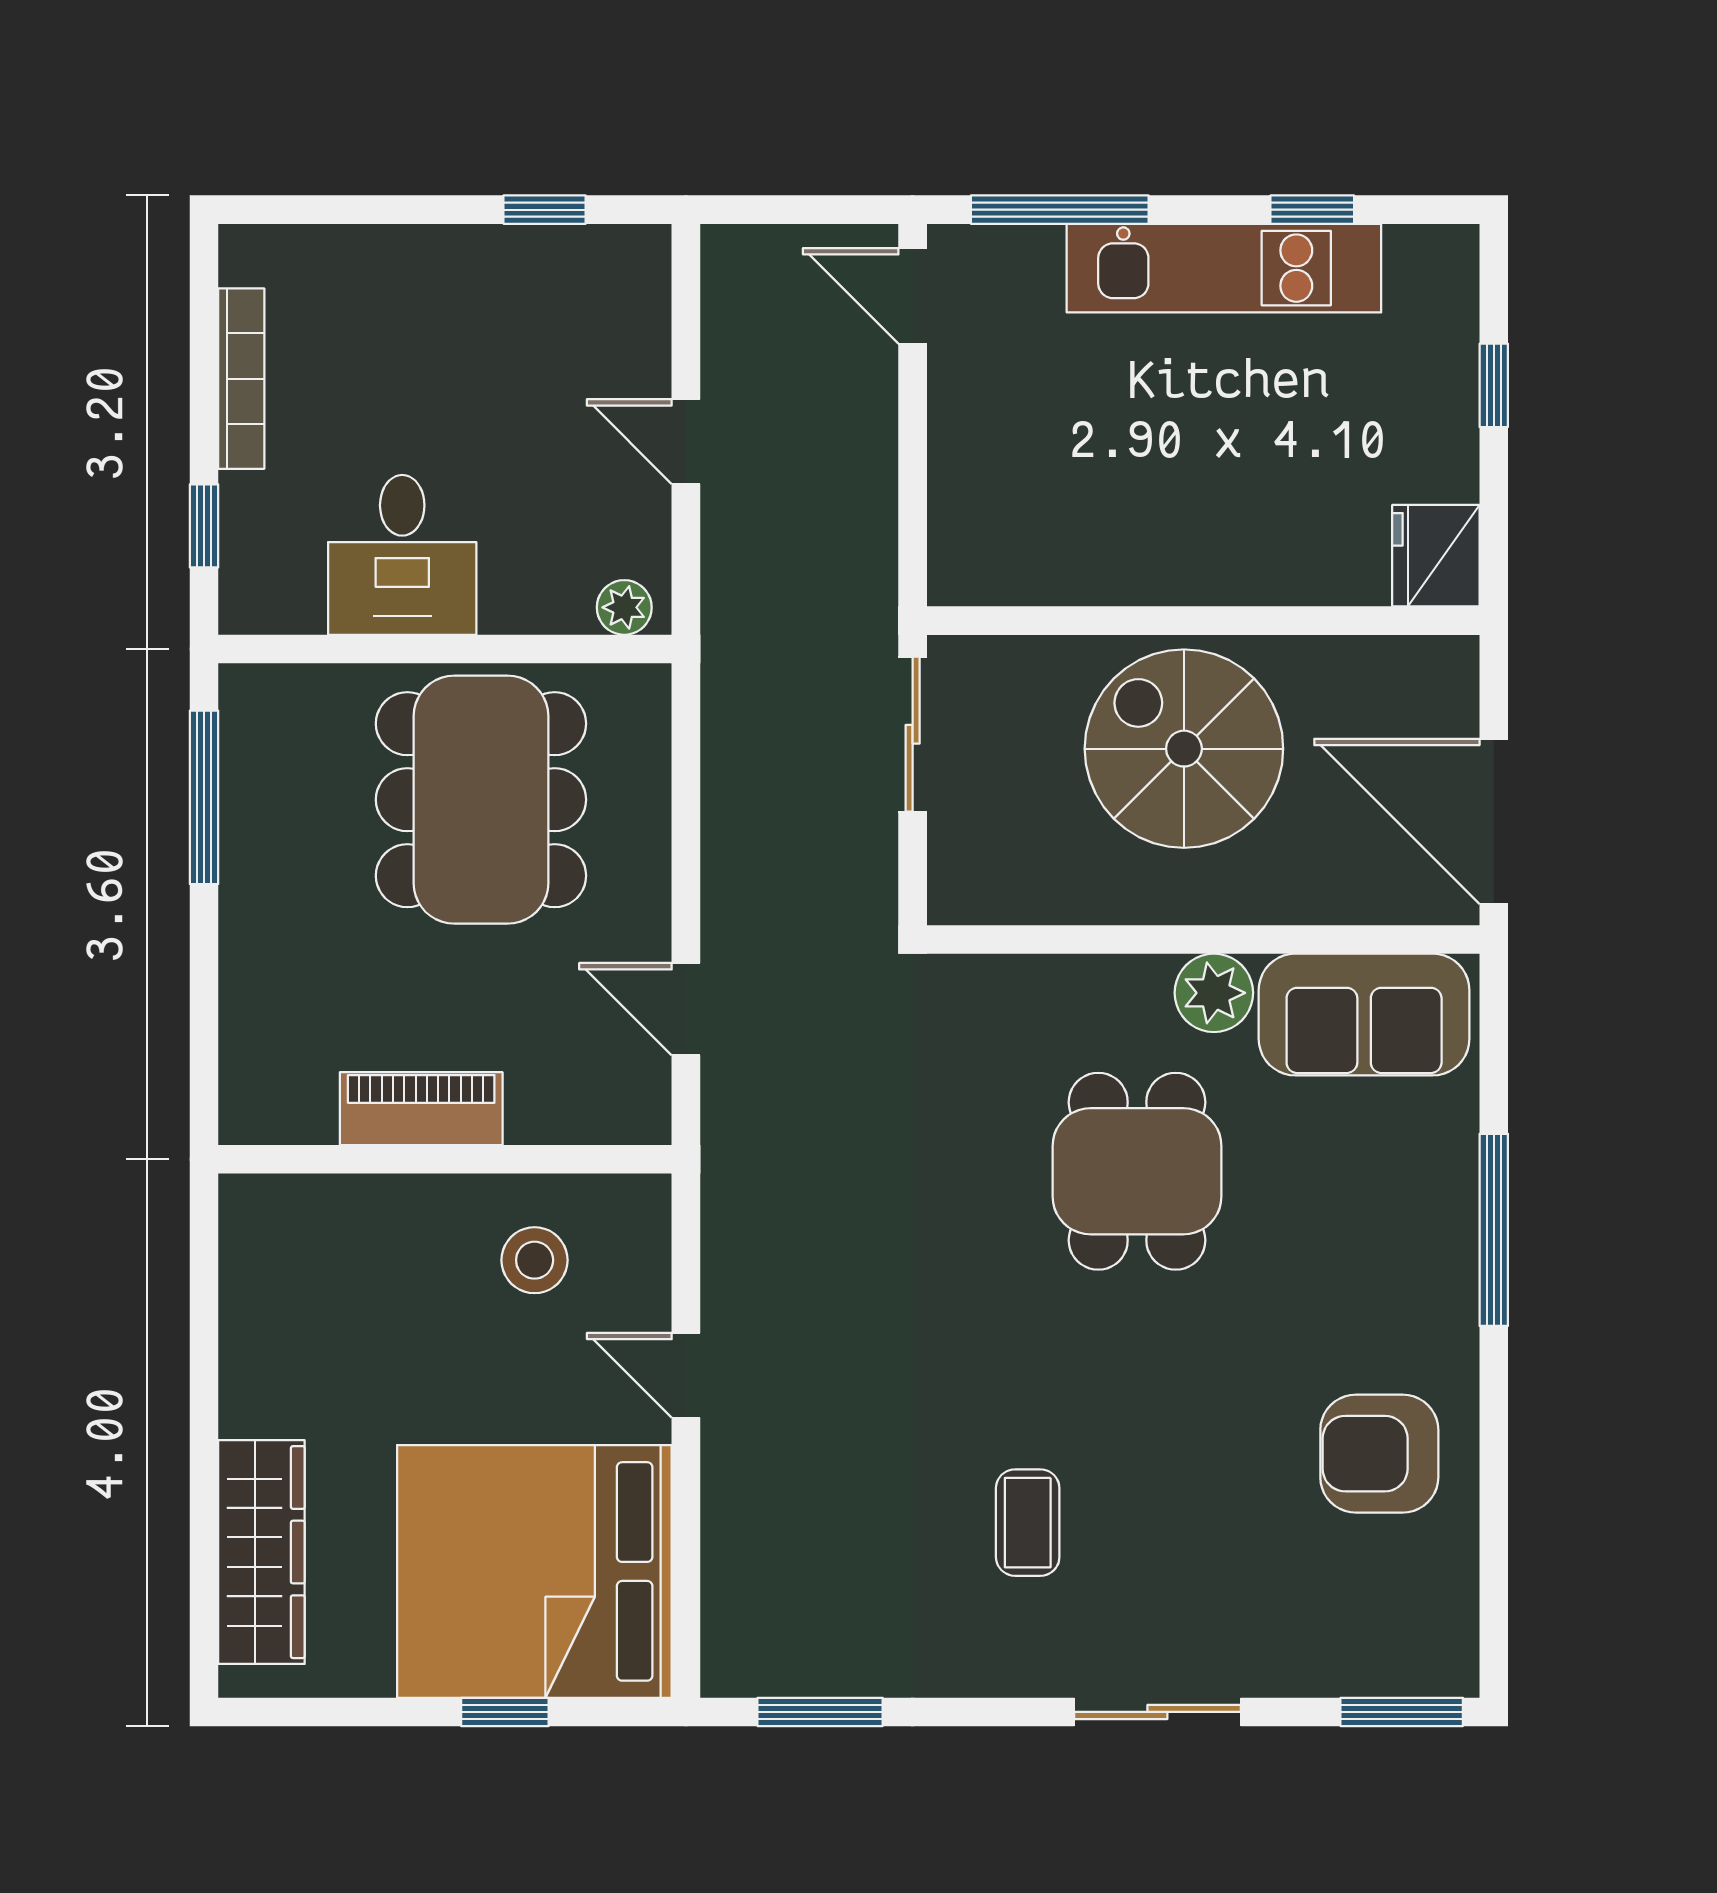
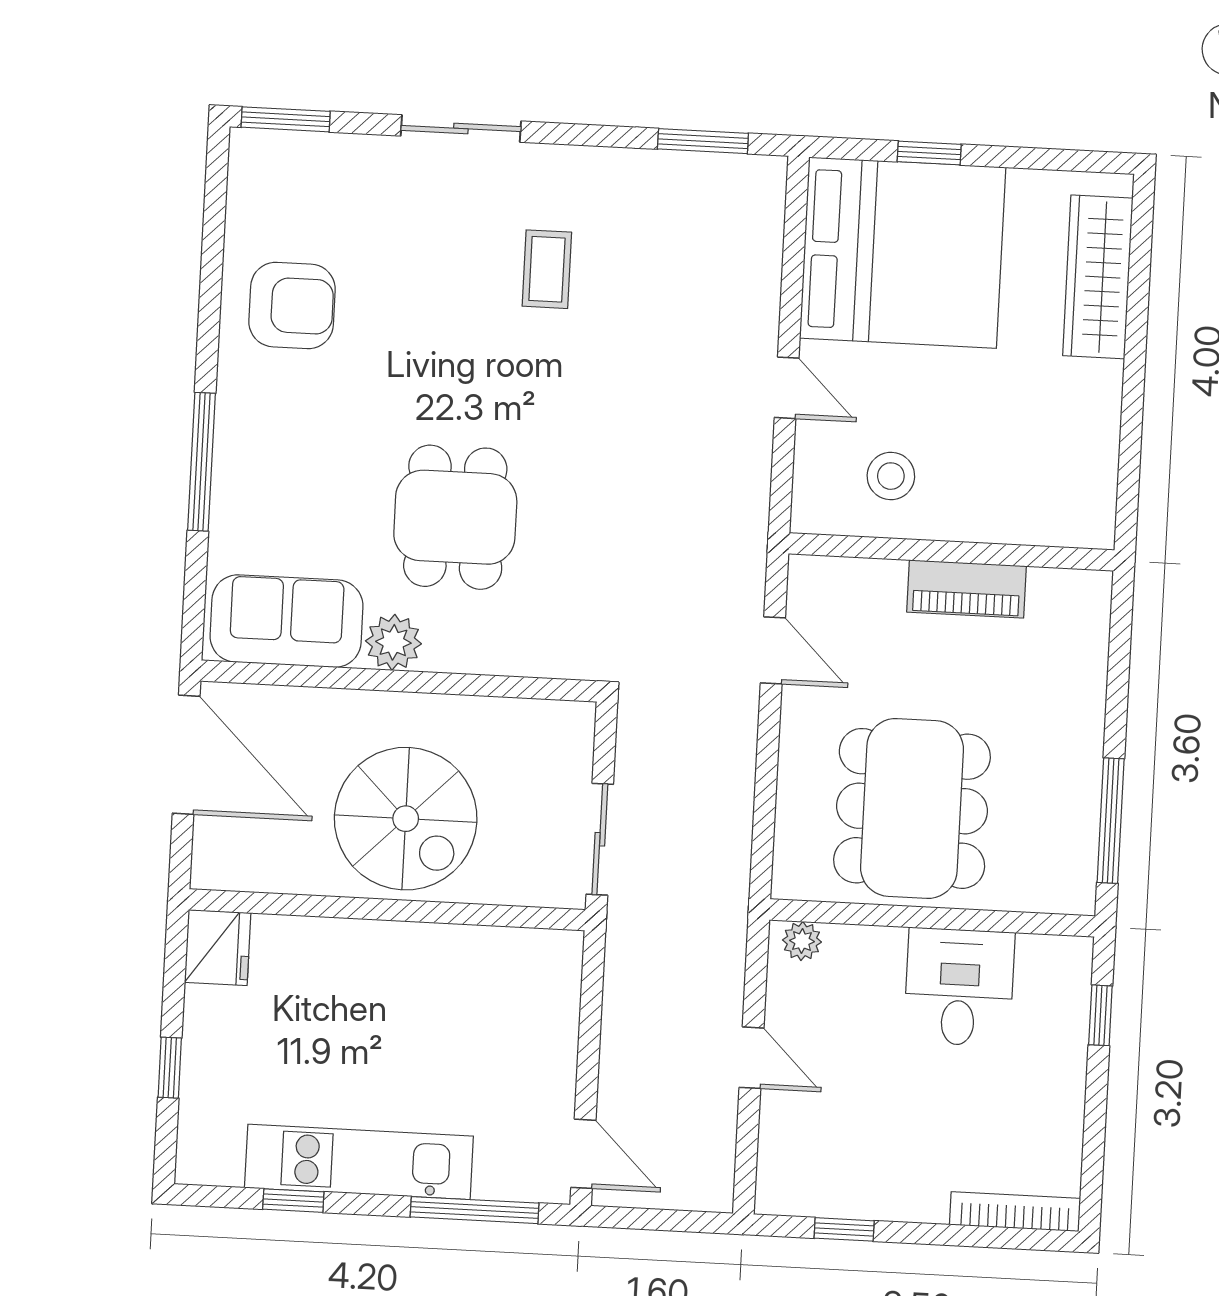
bookcase: (241, 379) -> (1015, 1212), moved, turned 90

